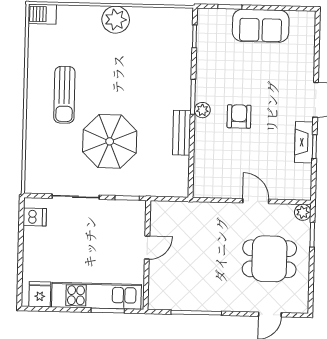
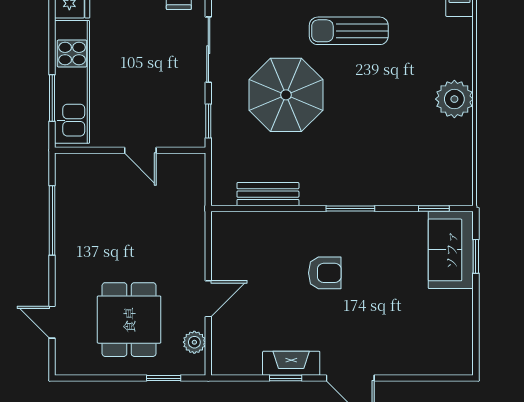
sofa: (261, 26) -> (451, 250), moved
plant: (202, 110) -> (332, 222), removed
bench: (182, 133) -> (268, 194), moved
plant: (303, 212) -> (194, 342), moved

